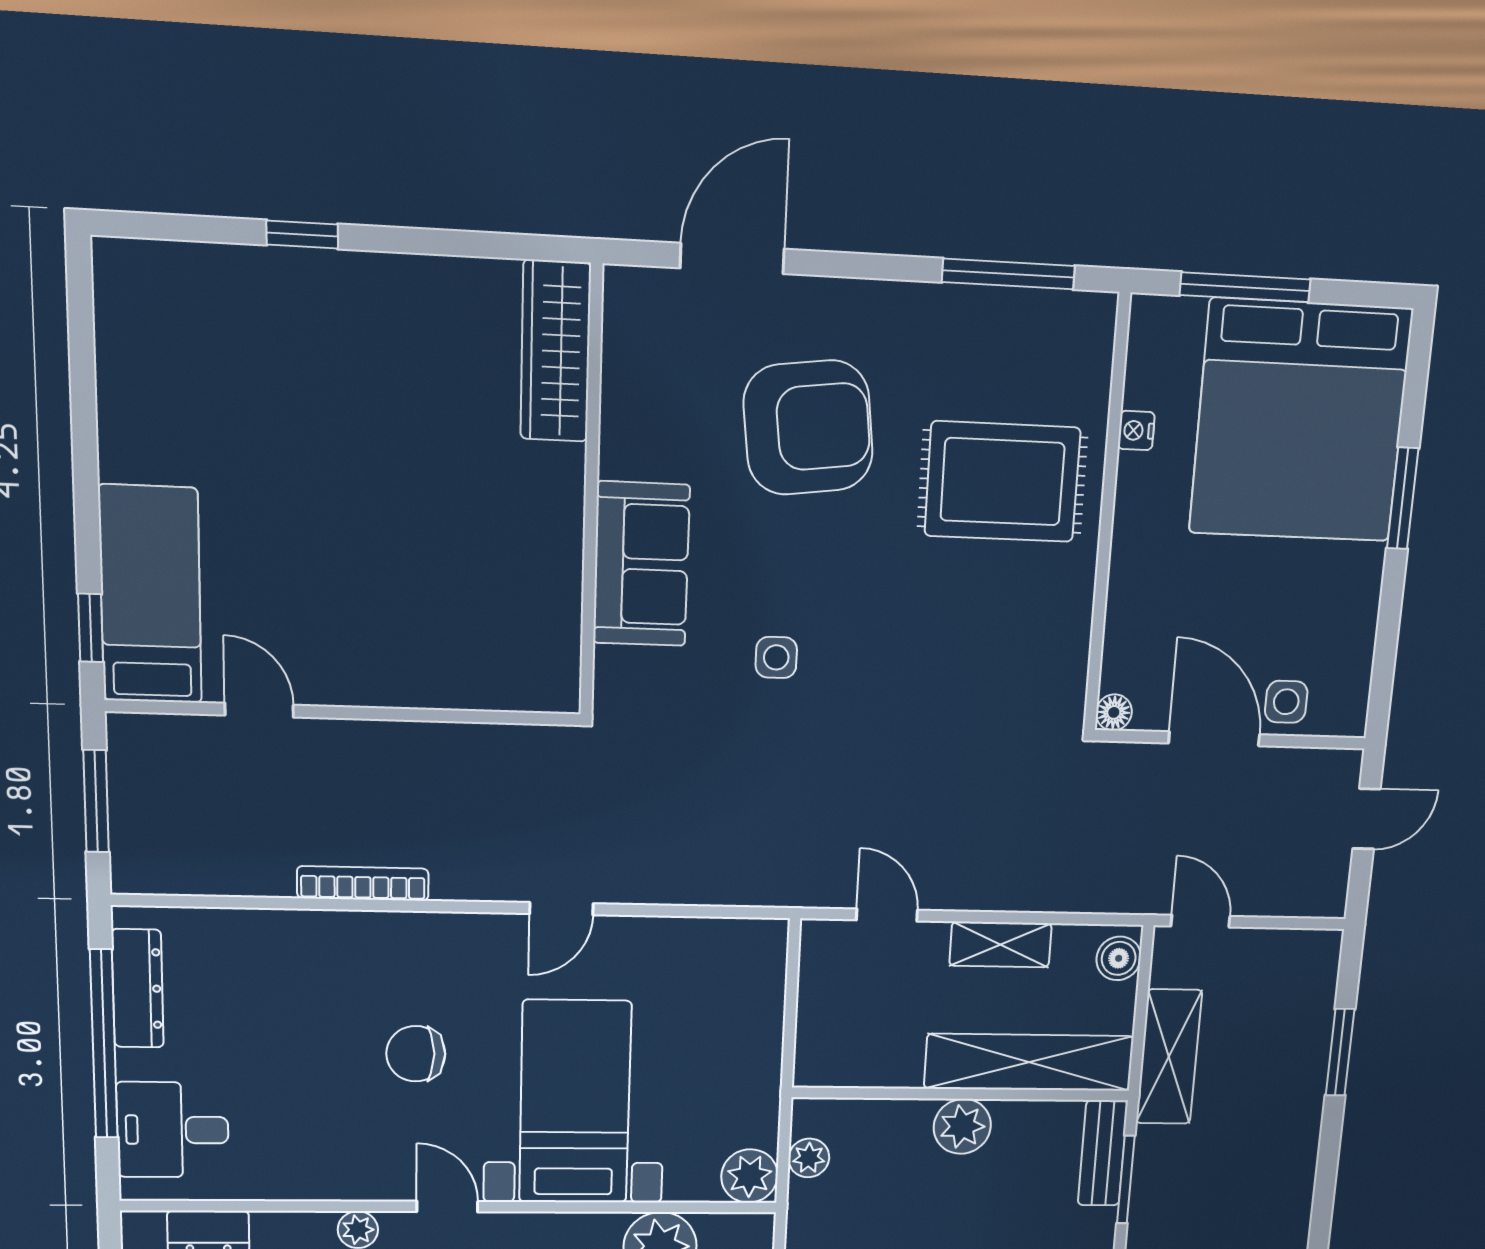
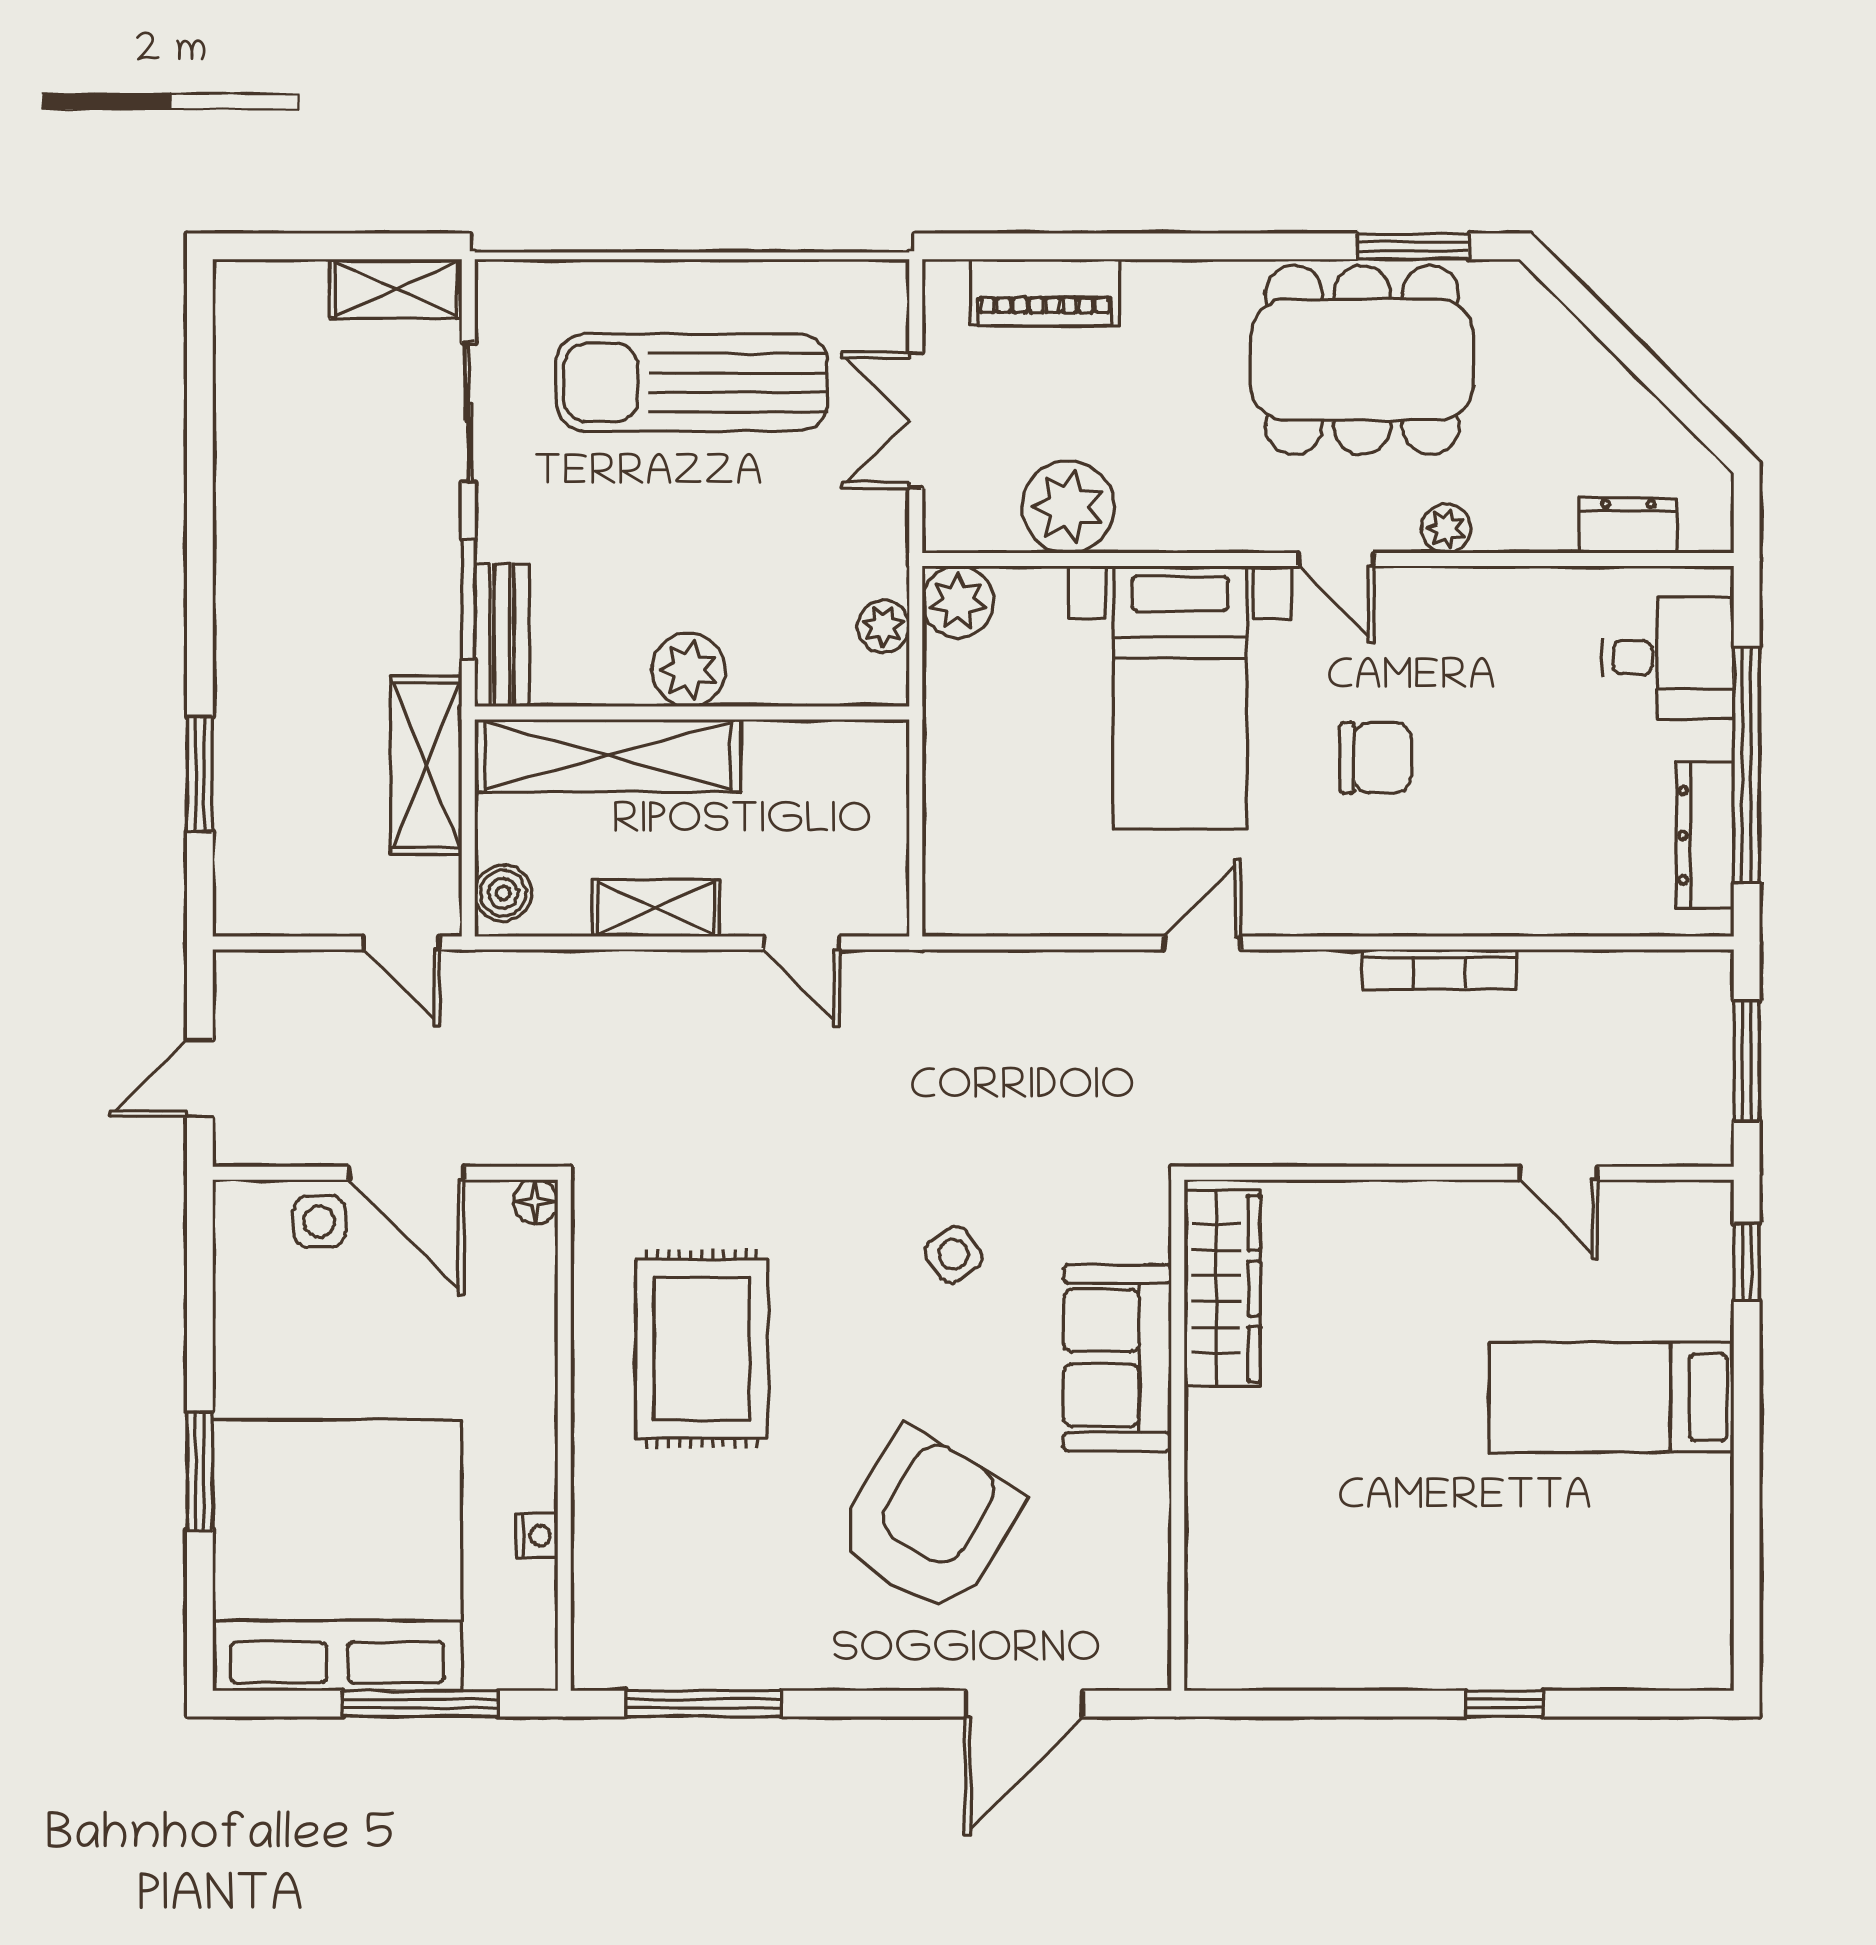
wardrobe: (556, 351) -> (1222, 1288), moved
armchair: (808, 428) -> (928, 1521), turned 128
rug: (1002, 482) -> (702, 1349), moved, turned 90
bed: (150, 595) -> (1612, 1397), moved, turned 90
side table: (776, 657) -> (953, 1255), turned -36

